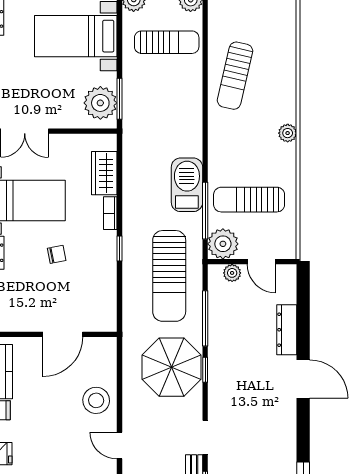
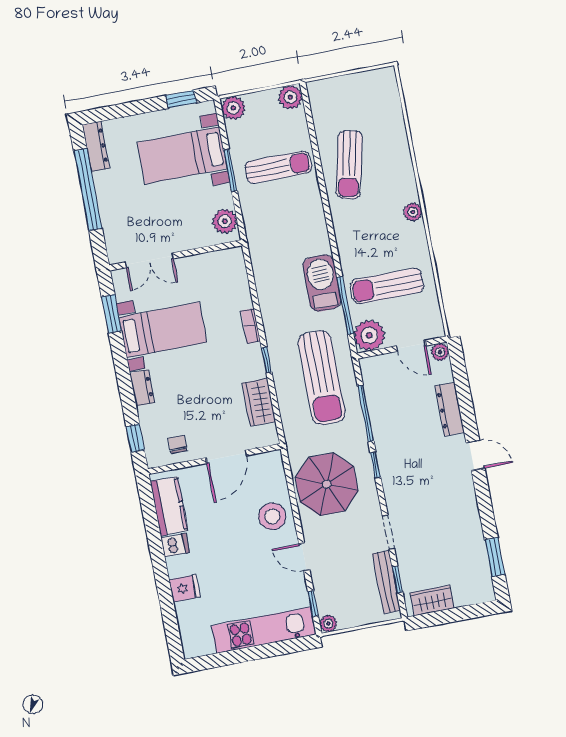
sun lounger: (167, 42) -> (278, 167), moved
window: (119, 99) -> (230, 170), moved
plant: (100, 103) -> (225, 221), width x0.73, depth x0.73
wardrobe: (104, 173) -> (259, 402), moved
chair: (57, 254) -> (177, 444), moved, turned -79
plant: (232, 273) -> (440, 352), moved
parasol: (172, 367) -> (327, 484), moved
door: (303, 379) -> (475, 455), width x0.73

